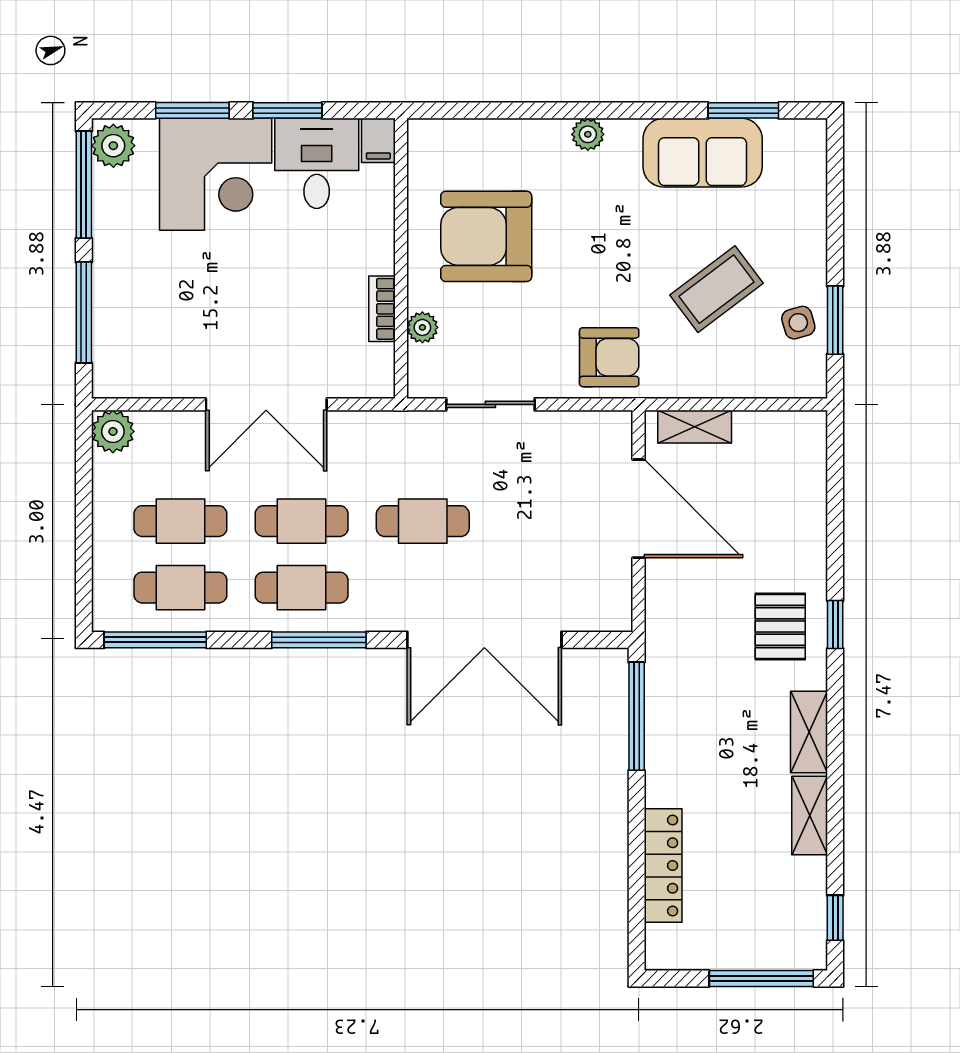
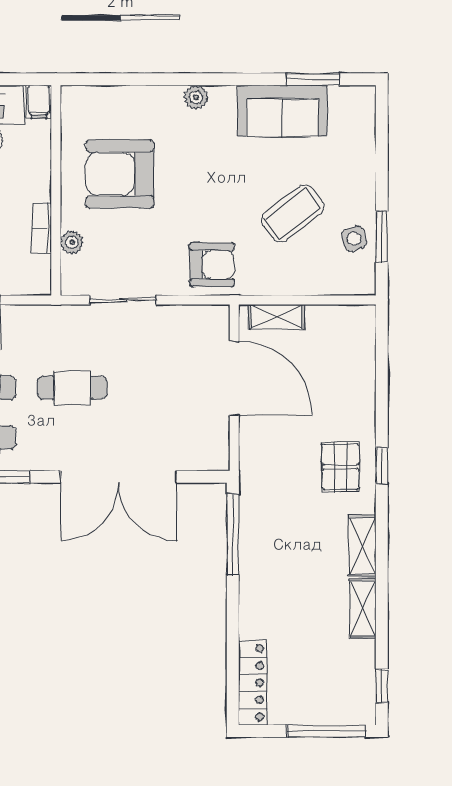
locker: (663, 866) -> (253, 683), moved

